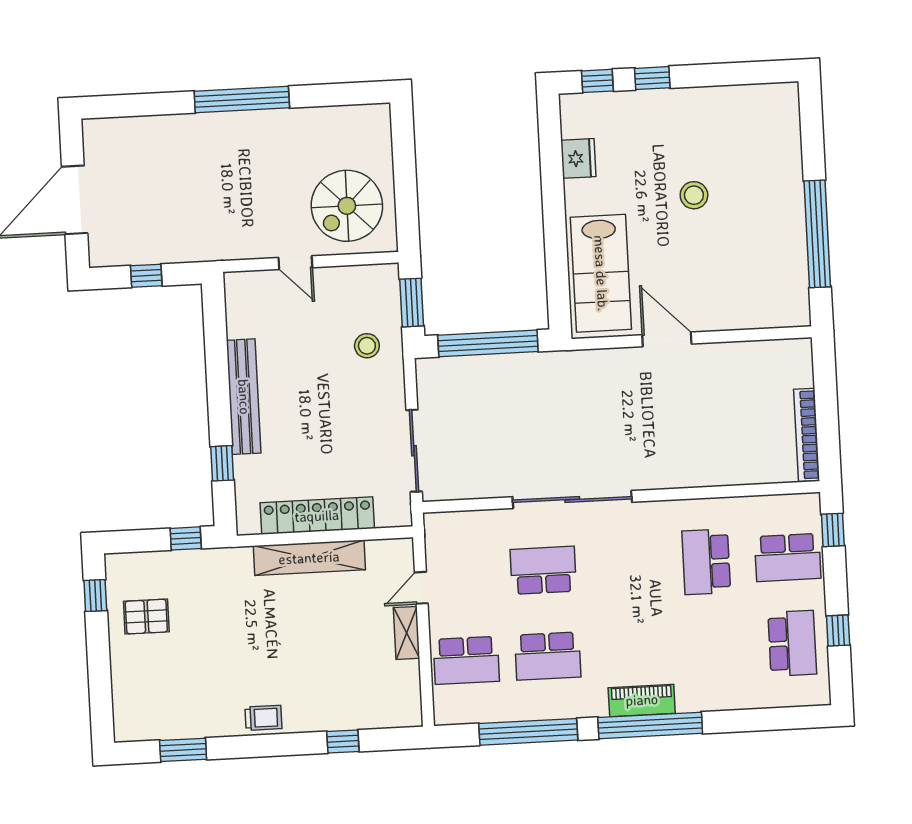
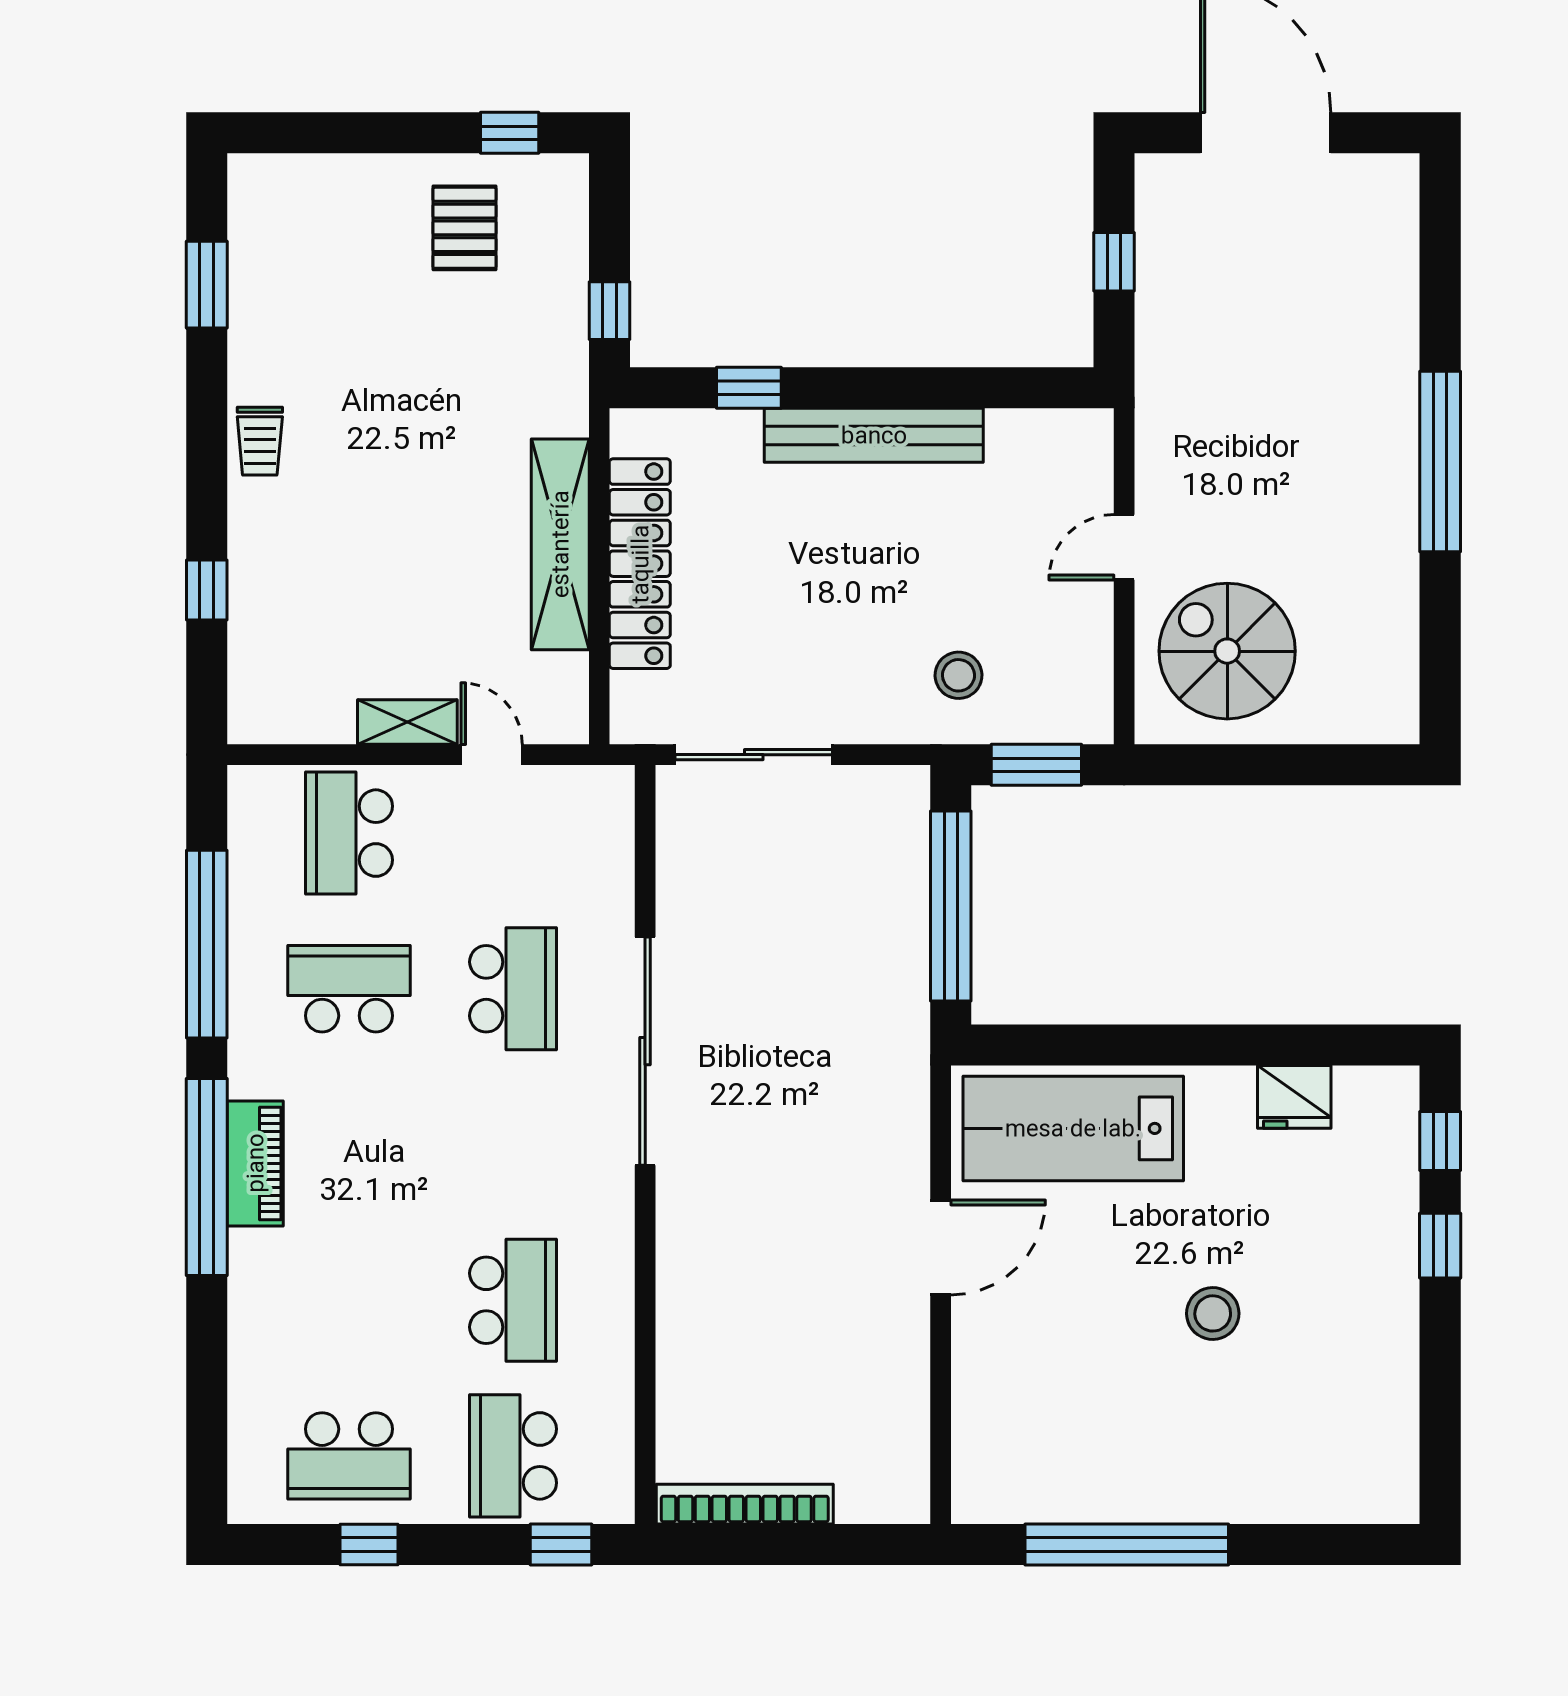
school desk: (706, 562) -> (513, 1300), turned 90
school desk: (548, 656) -> (349, 989), turned 90

